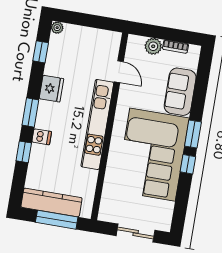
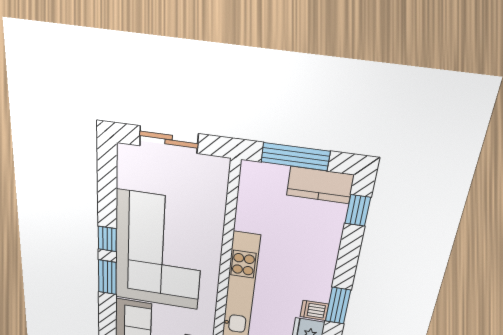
dishwasher: (42, 137) -> (314, 310), moved
window: (24, 152) -> (358, 210), moved
kitchen counter: (52, 202) -> (320, 185), width x0.67

